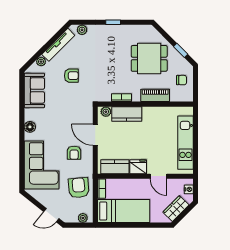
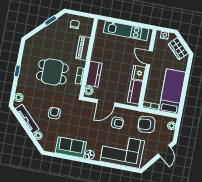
dining table: (149, 58) -> (52, 72), moved, turned 90
sofa: (34, 90) -> (71, 147), moved
door: (159, 176) -> (149, 58), swing flipped

